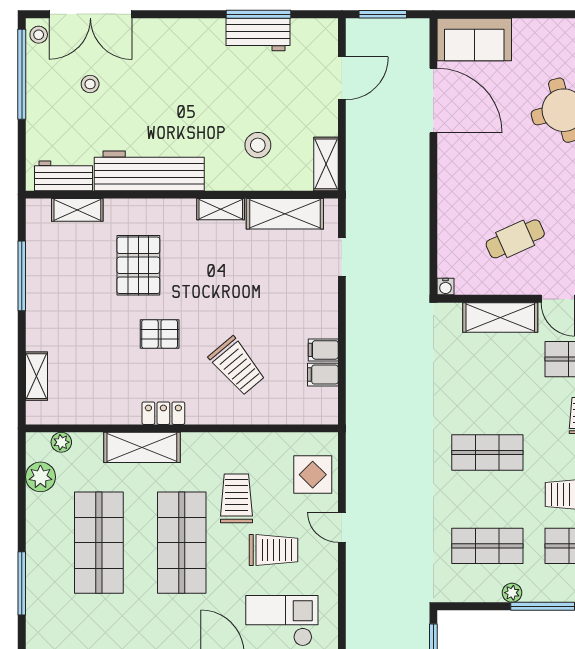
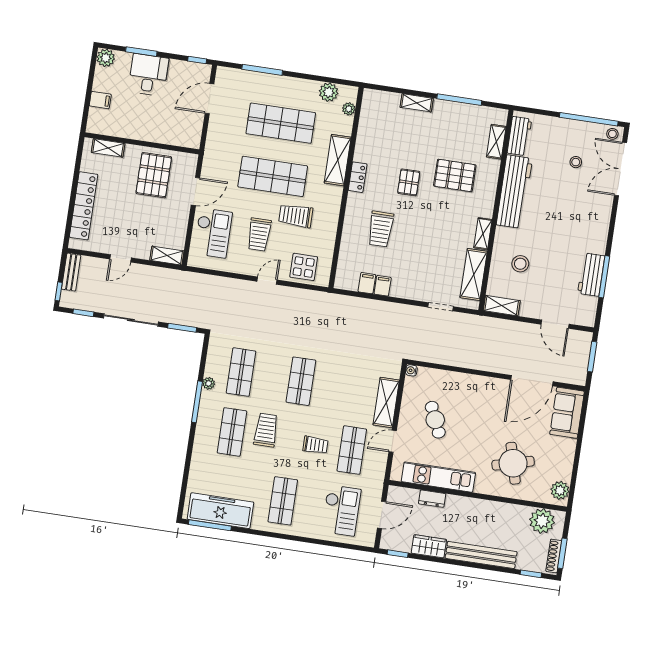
trolley: (237, 366) -> (381, 229), turned -50
shelving: (36, 376) -> (417, 103), moved
trolley: (236, 498) -> (296, 216), turned 180

